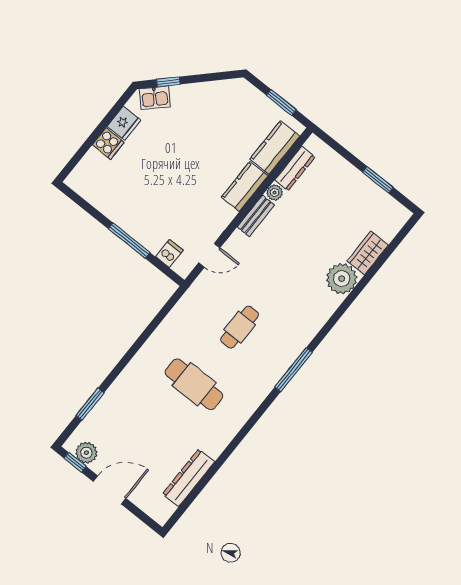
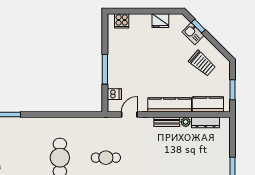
kitchen sink: (155, 98) -> (193, 34), moved
trolley: (218, 114) -> (202, 63), added
cooker: (108, 144) -> (122, 21), moved
kitchen counter: (245, 187) -> (170, 105), width x1.50
door: (209, 255) -> (129, 114), swing flipped

